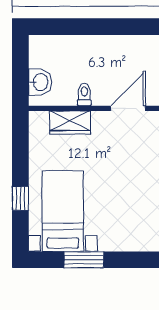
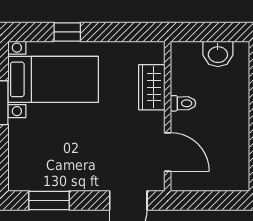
washbasin: (40, 82) -> (218, 54), moved

